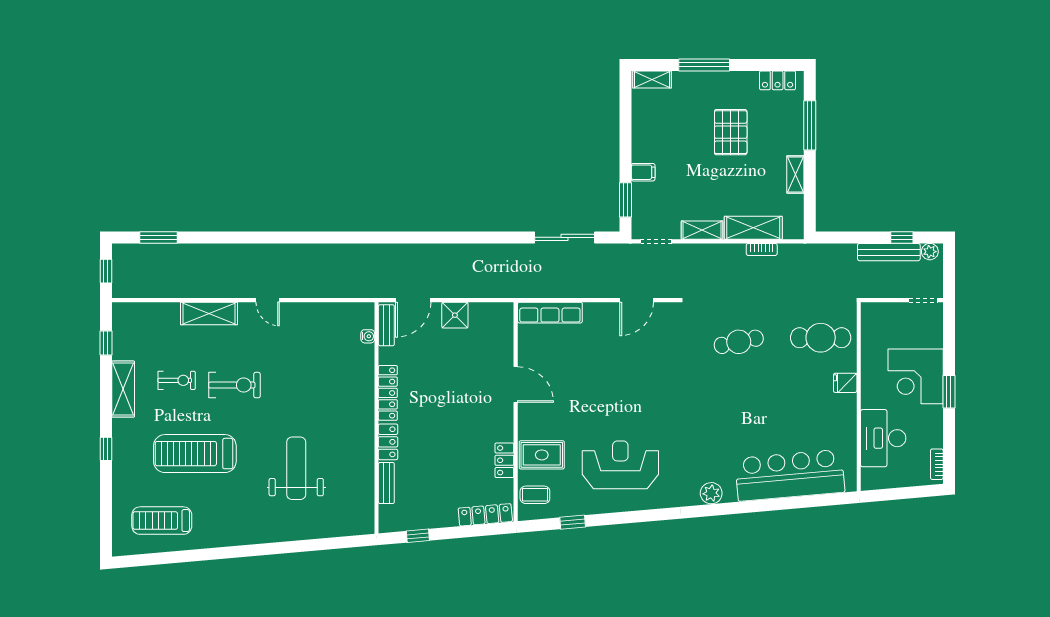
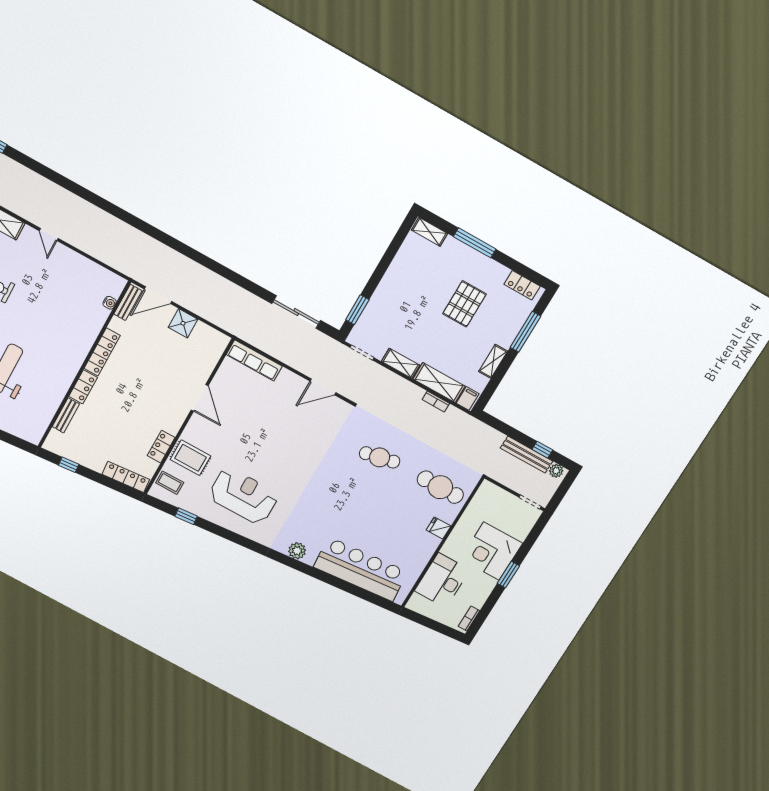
filing cabinet: (643, 172) -> (468, 398), moved, turned -90

